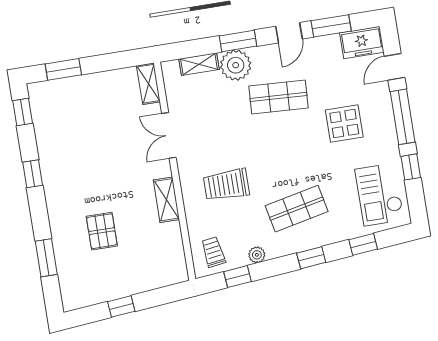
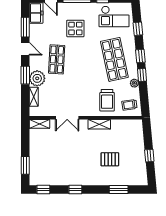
trolley: (226, 185) -> (107, 100), moved
shop shelf: (297, 209) -> (114, 59), width x1.43, depth x1.36
window: (238, 277) -> (142, 75), moved

